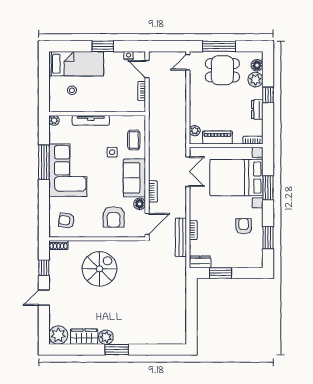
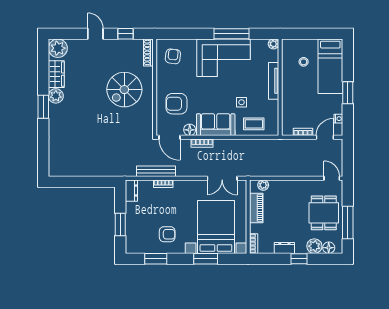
window: (219, 46) -> (348, 223), moved
shoe rack: (59, 245) -> (148, 52), width x1.43
spiral stairs: (100, 269) -> (124, 90), turned 90
window: (221, 273) -> (120, 224), moved

